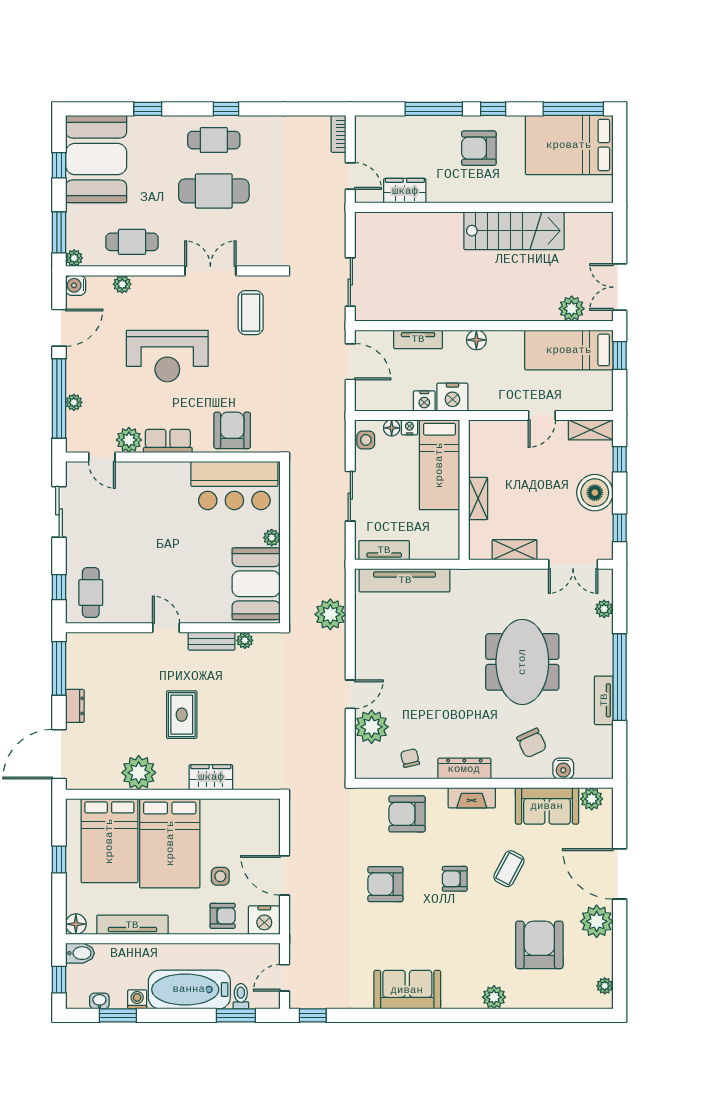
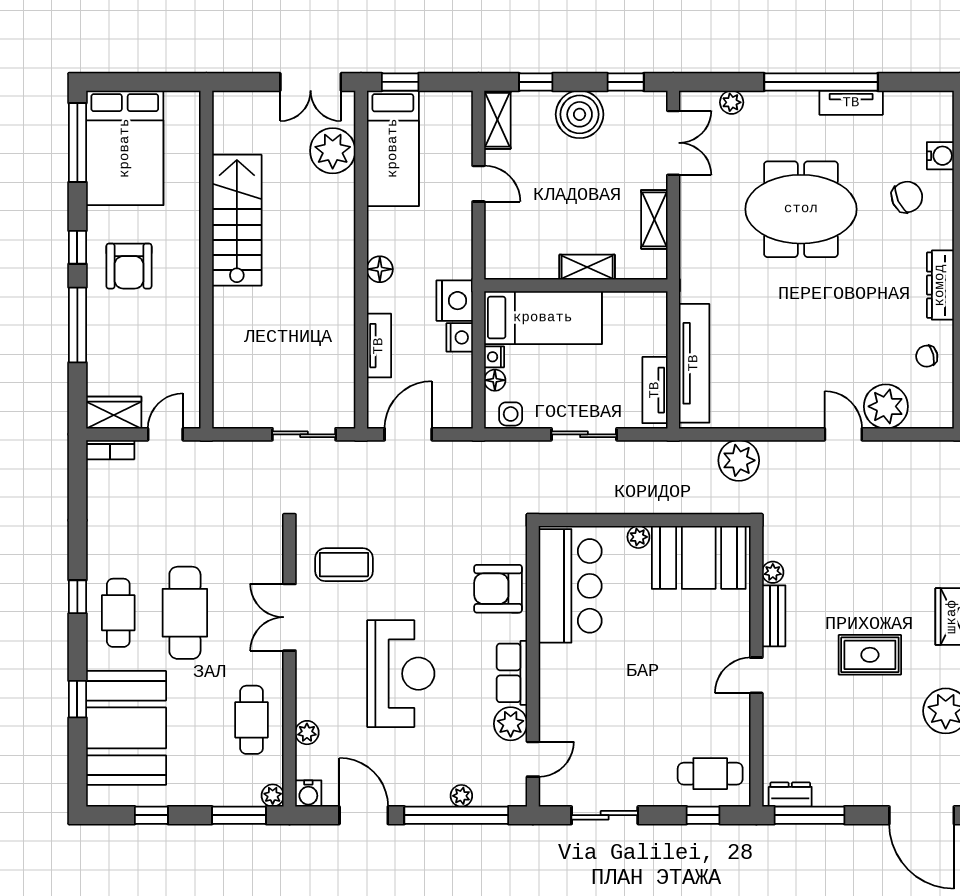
booth: (96, 159) -> (126, 728), moved, turned 90
wardrobe: (405, 191) -> (114, 413), moved, turned 90
plant: (572, 309) -> (333, 151), width x1.36, depth x1.36
dresser: (75, 706) -> (790, 795), moved

